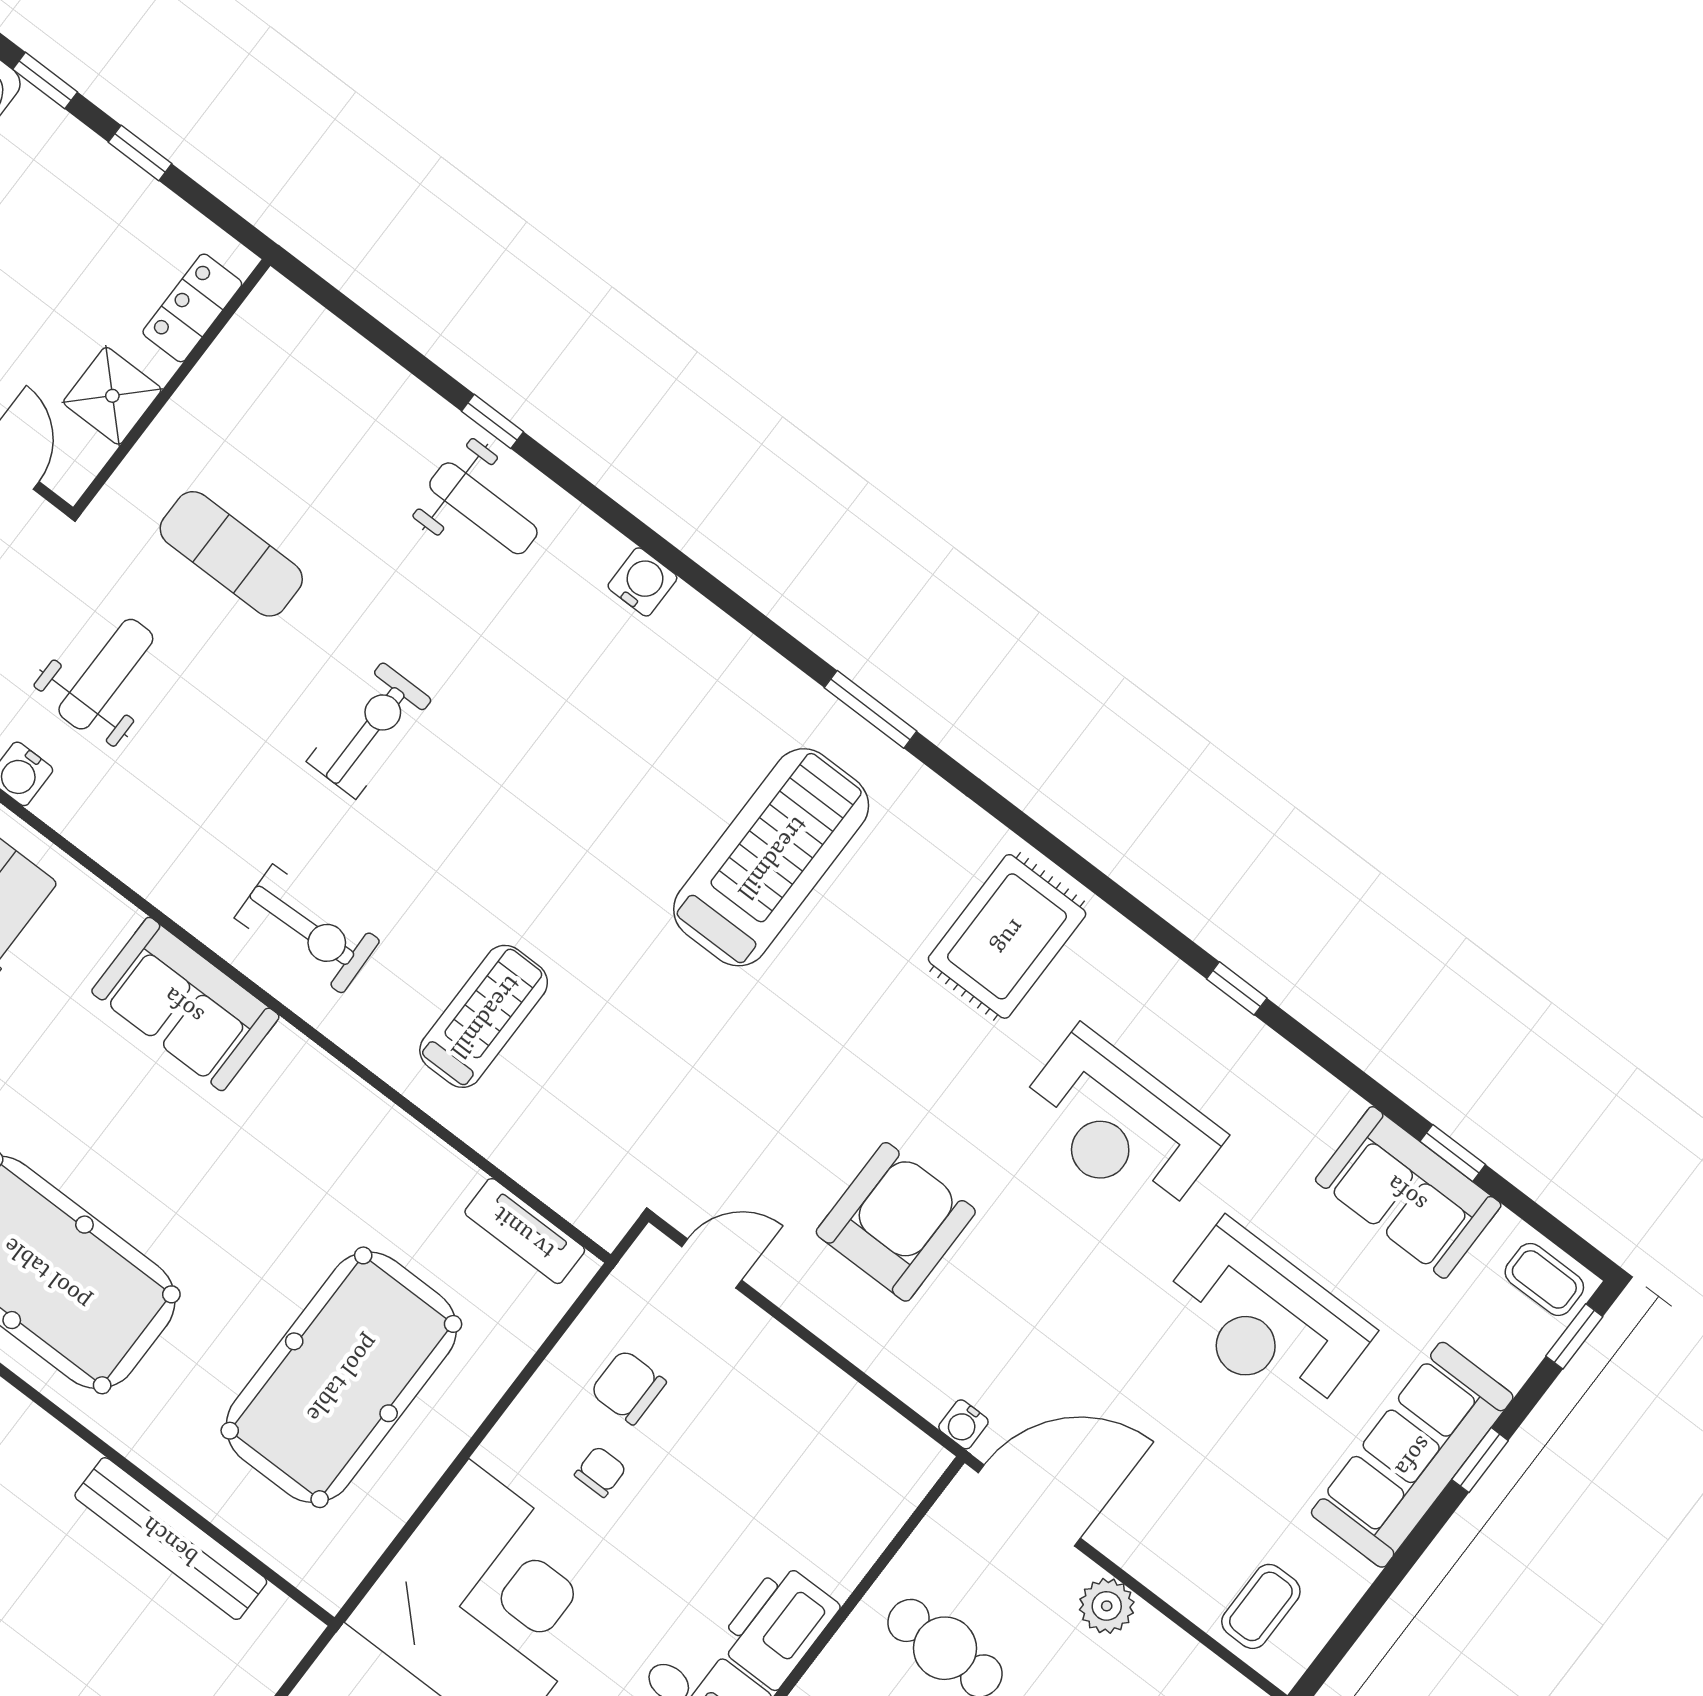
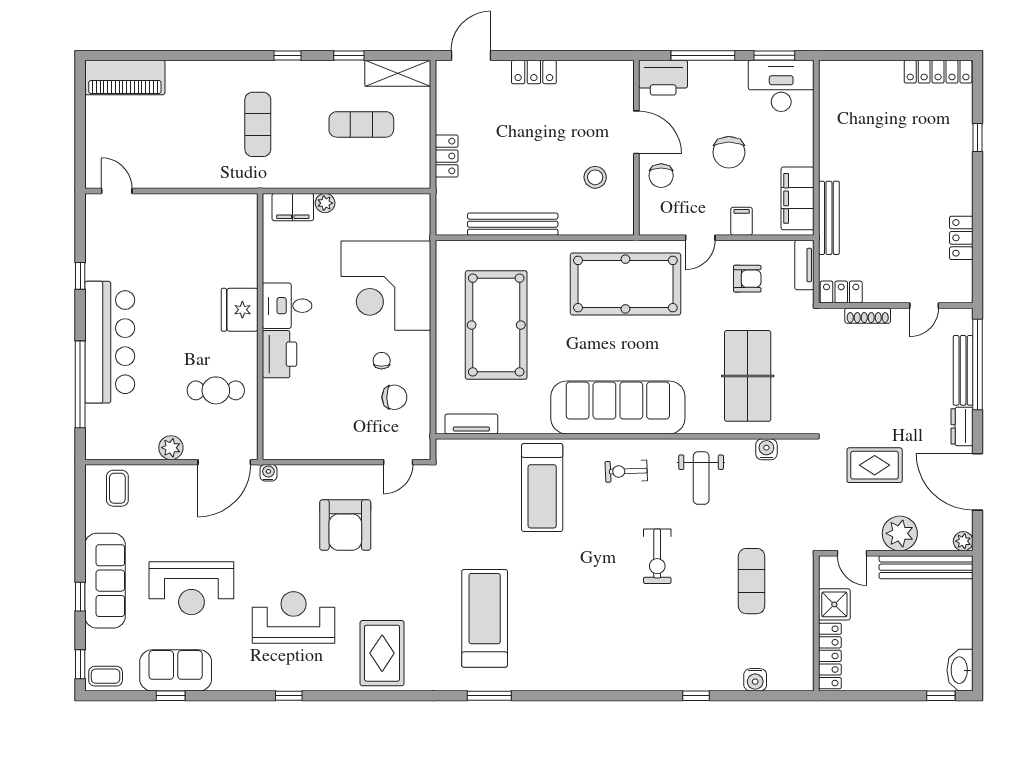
window: (140, 153) -> (889, 696), removed
locker: (192, 308) -> (830, 656), width x1.53
weight bench: (483, 508) -> (676, 663), removed
exercise mat: (231, 554) -> (752, 581), turned 90
water cooler: (642, 582) -> (755, 680), moved
weight bench: (106, 674) -> (701, 478), moved
treadmill: (771, 857) -> (485, 618), turned 180
exercise bike: (307, 929) -> (626, 471), width x0.73, depth x0.72
sofa: (185, 1004) -> (618, 407), width x1.85, depth x1.27
treadmill: (484, 1016) -> (542, 487), width x1.37, depth x1.38
reception desk: (1265, 1320) -> (191, 588), turned 180
chair: (600, 1472) -> (382, 361), turned 180

